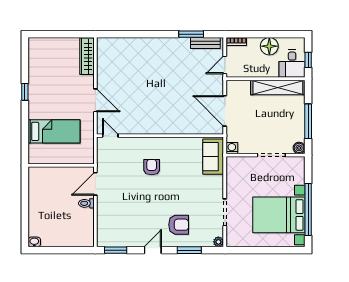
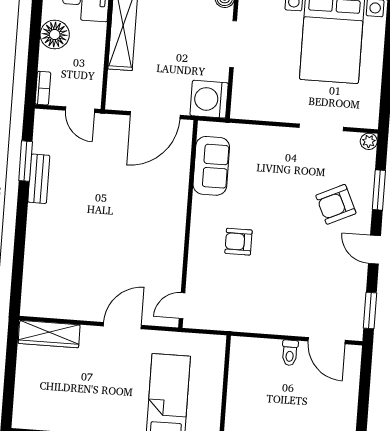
bench: (205, 43) -> (39, 179), moved
washing machine: (232, 148) -> (209, 99), width x1.89, depth x1.89
sofa: (213, 157) -> (211, 166), moved, turned -90
door: (95, 184) -> (327, 341), moved
armchair: (179, 225) -> (336, 204), turned -115

